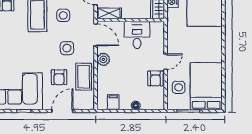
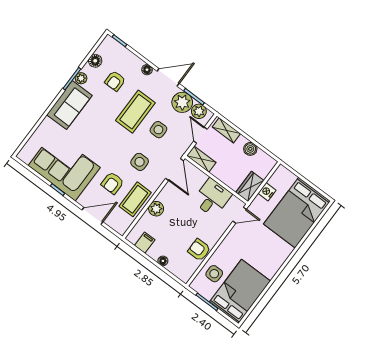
plant: (103, 59) -> (156, 209), moved
door: (166, 62) -> (240, 215), moved
armchair: (155, 78) -> (199, 250), turned 90

